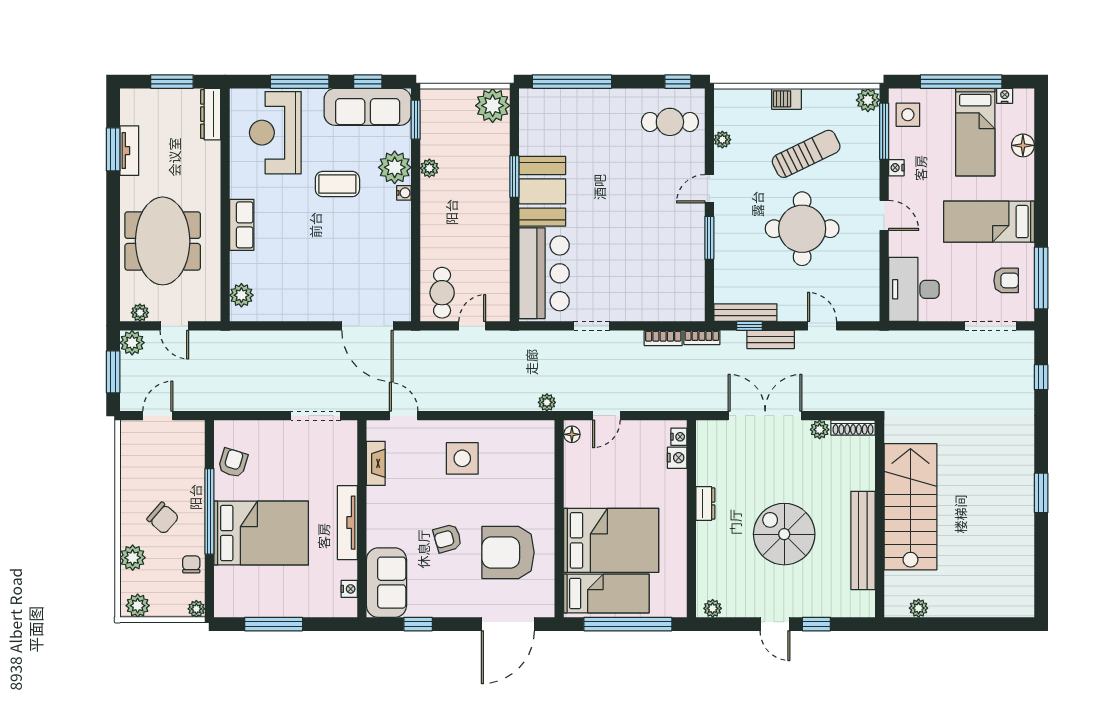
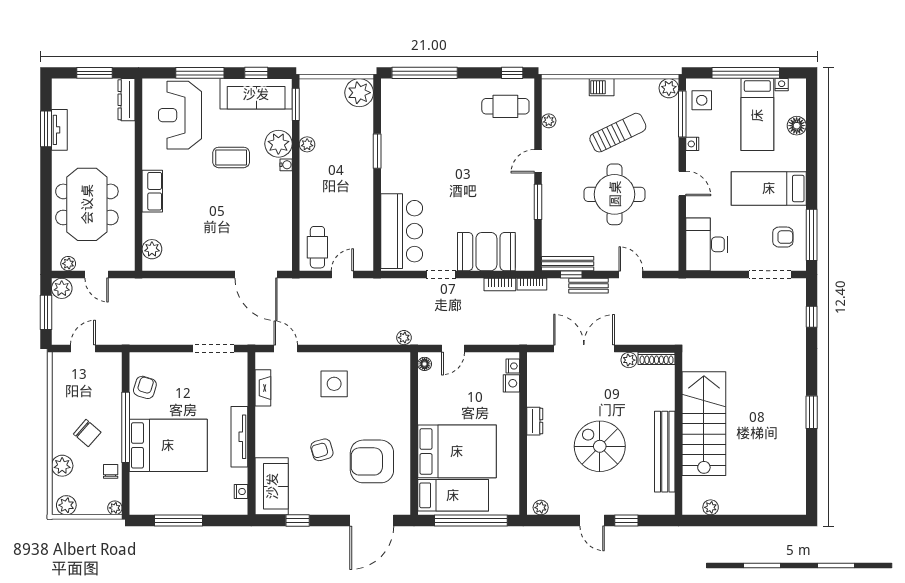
booth: (542, 191) -> (486, 252), moved, turned 90

